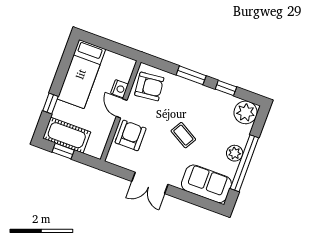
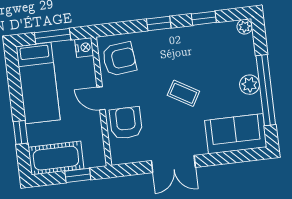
window: (109, 45) -> (53, 36), added
window: (191, 75) -> (159, 24), width x0.67
nightstand: (119, 89) -> (84, 47), moved
plant: (246, 112) -> (245, 27), width x0.53, depth x0.53
window: (63, 151) -> (78, 175), moved

